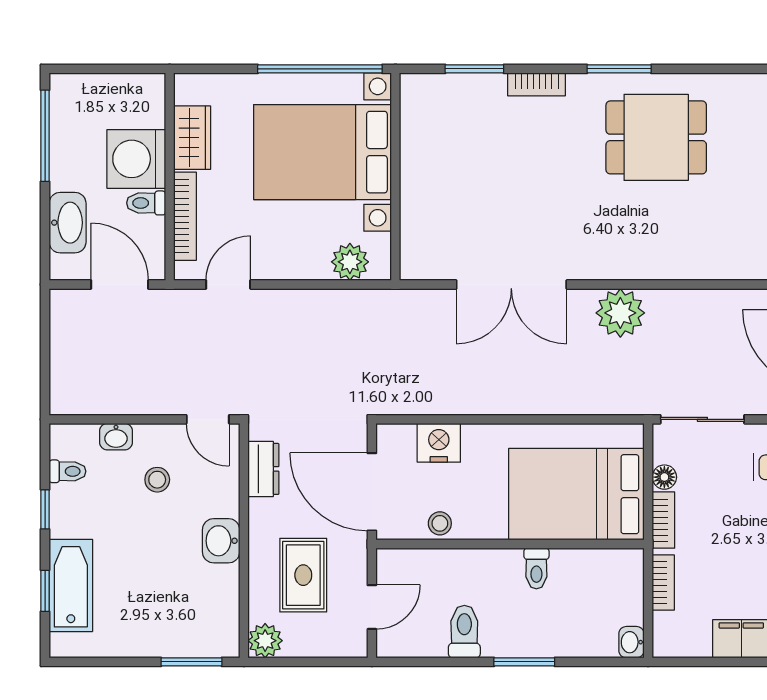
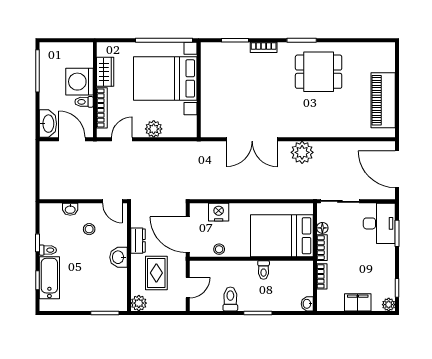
washbasin: (68, 223) -> (48, 124), moved
plant: (350, 262) -> (154, 129), moved
dresser: (263, 469) -> (138, 241), moved
toilet: (67, 471) -> (48, 250), moved

